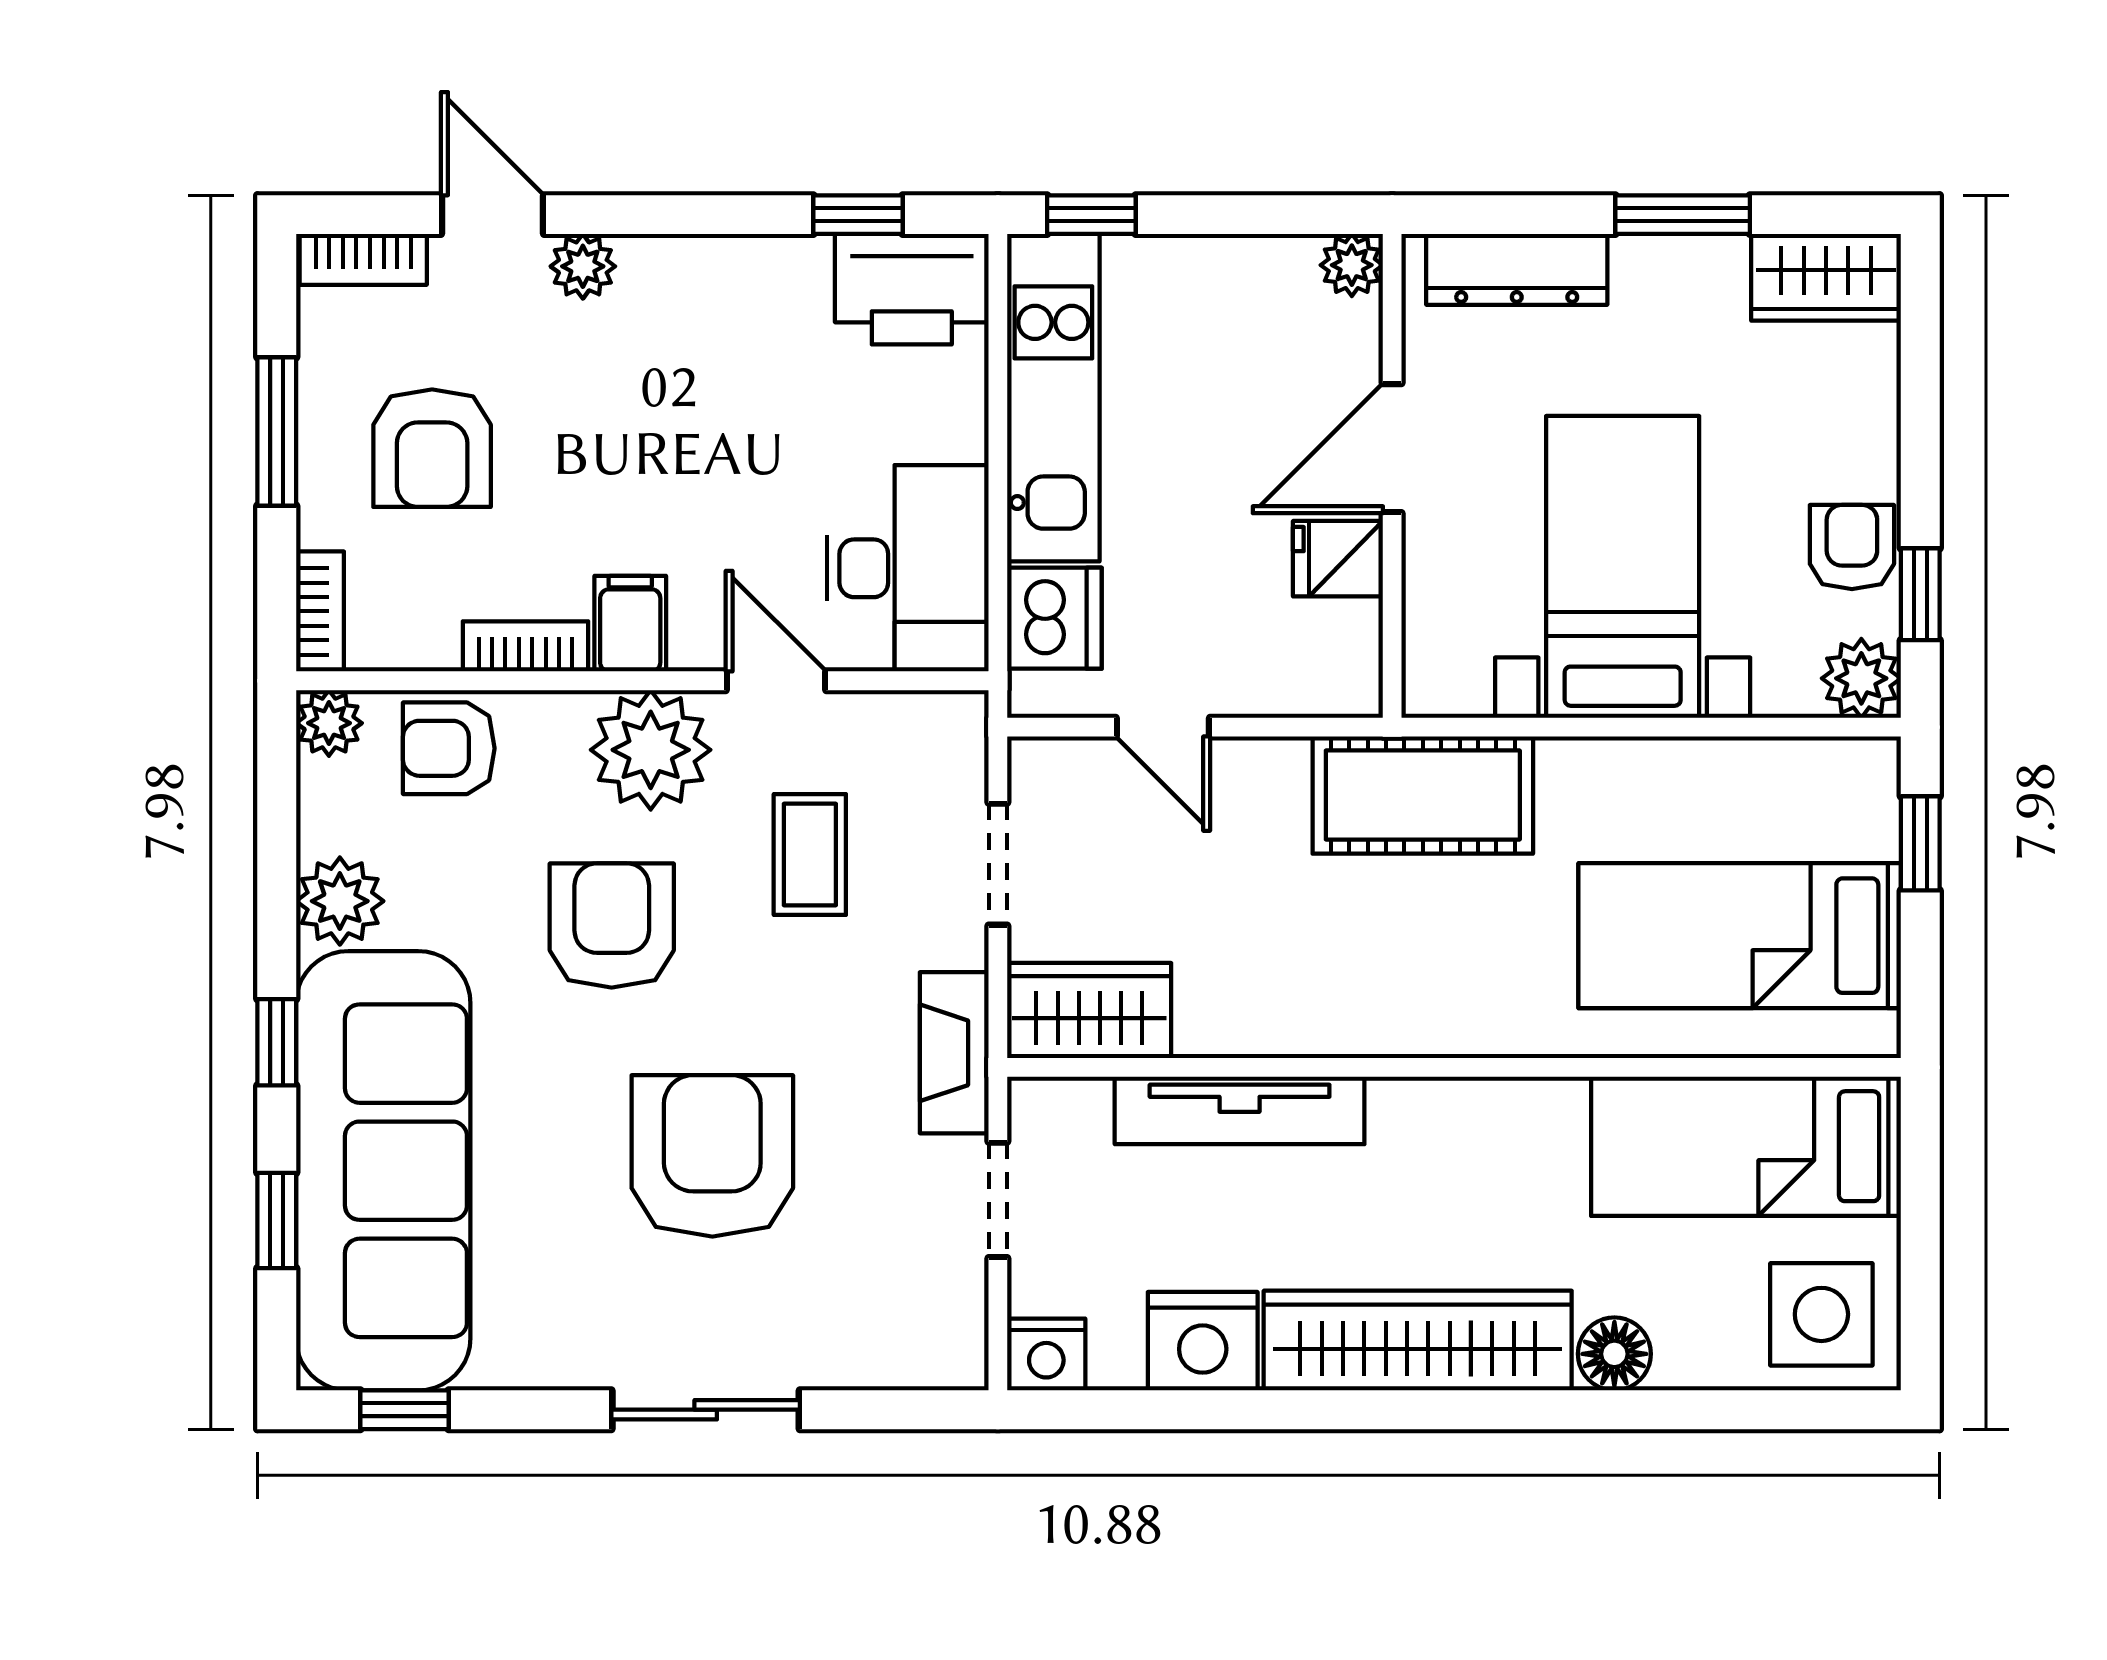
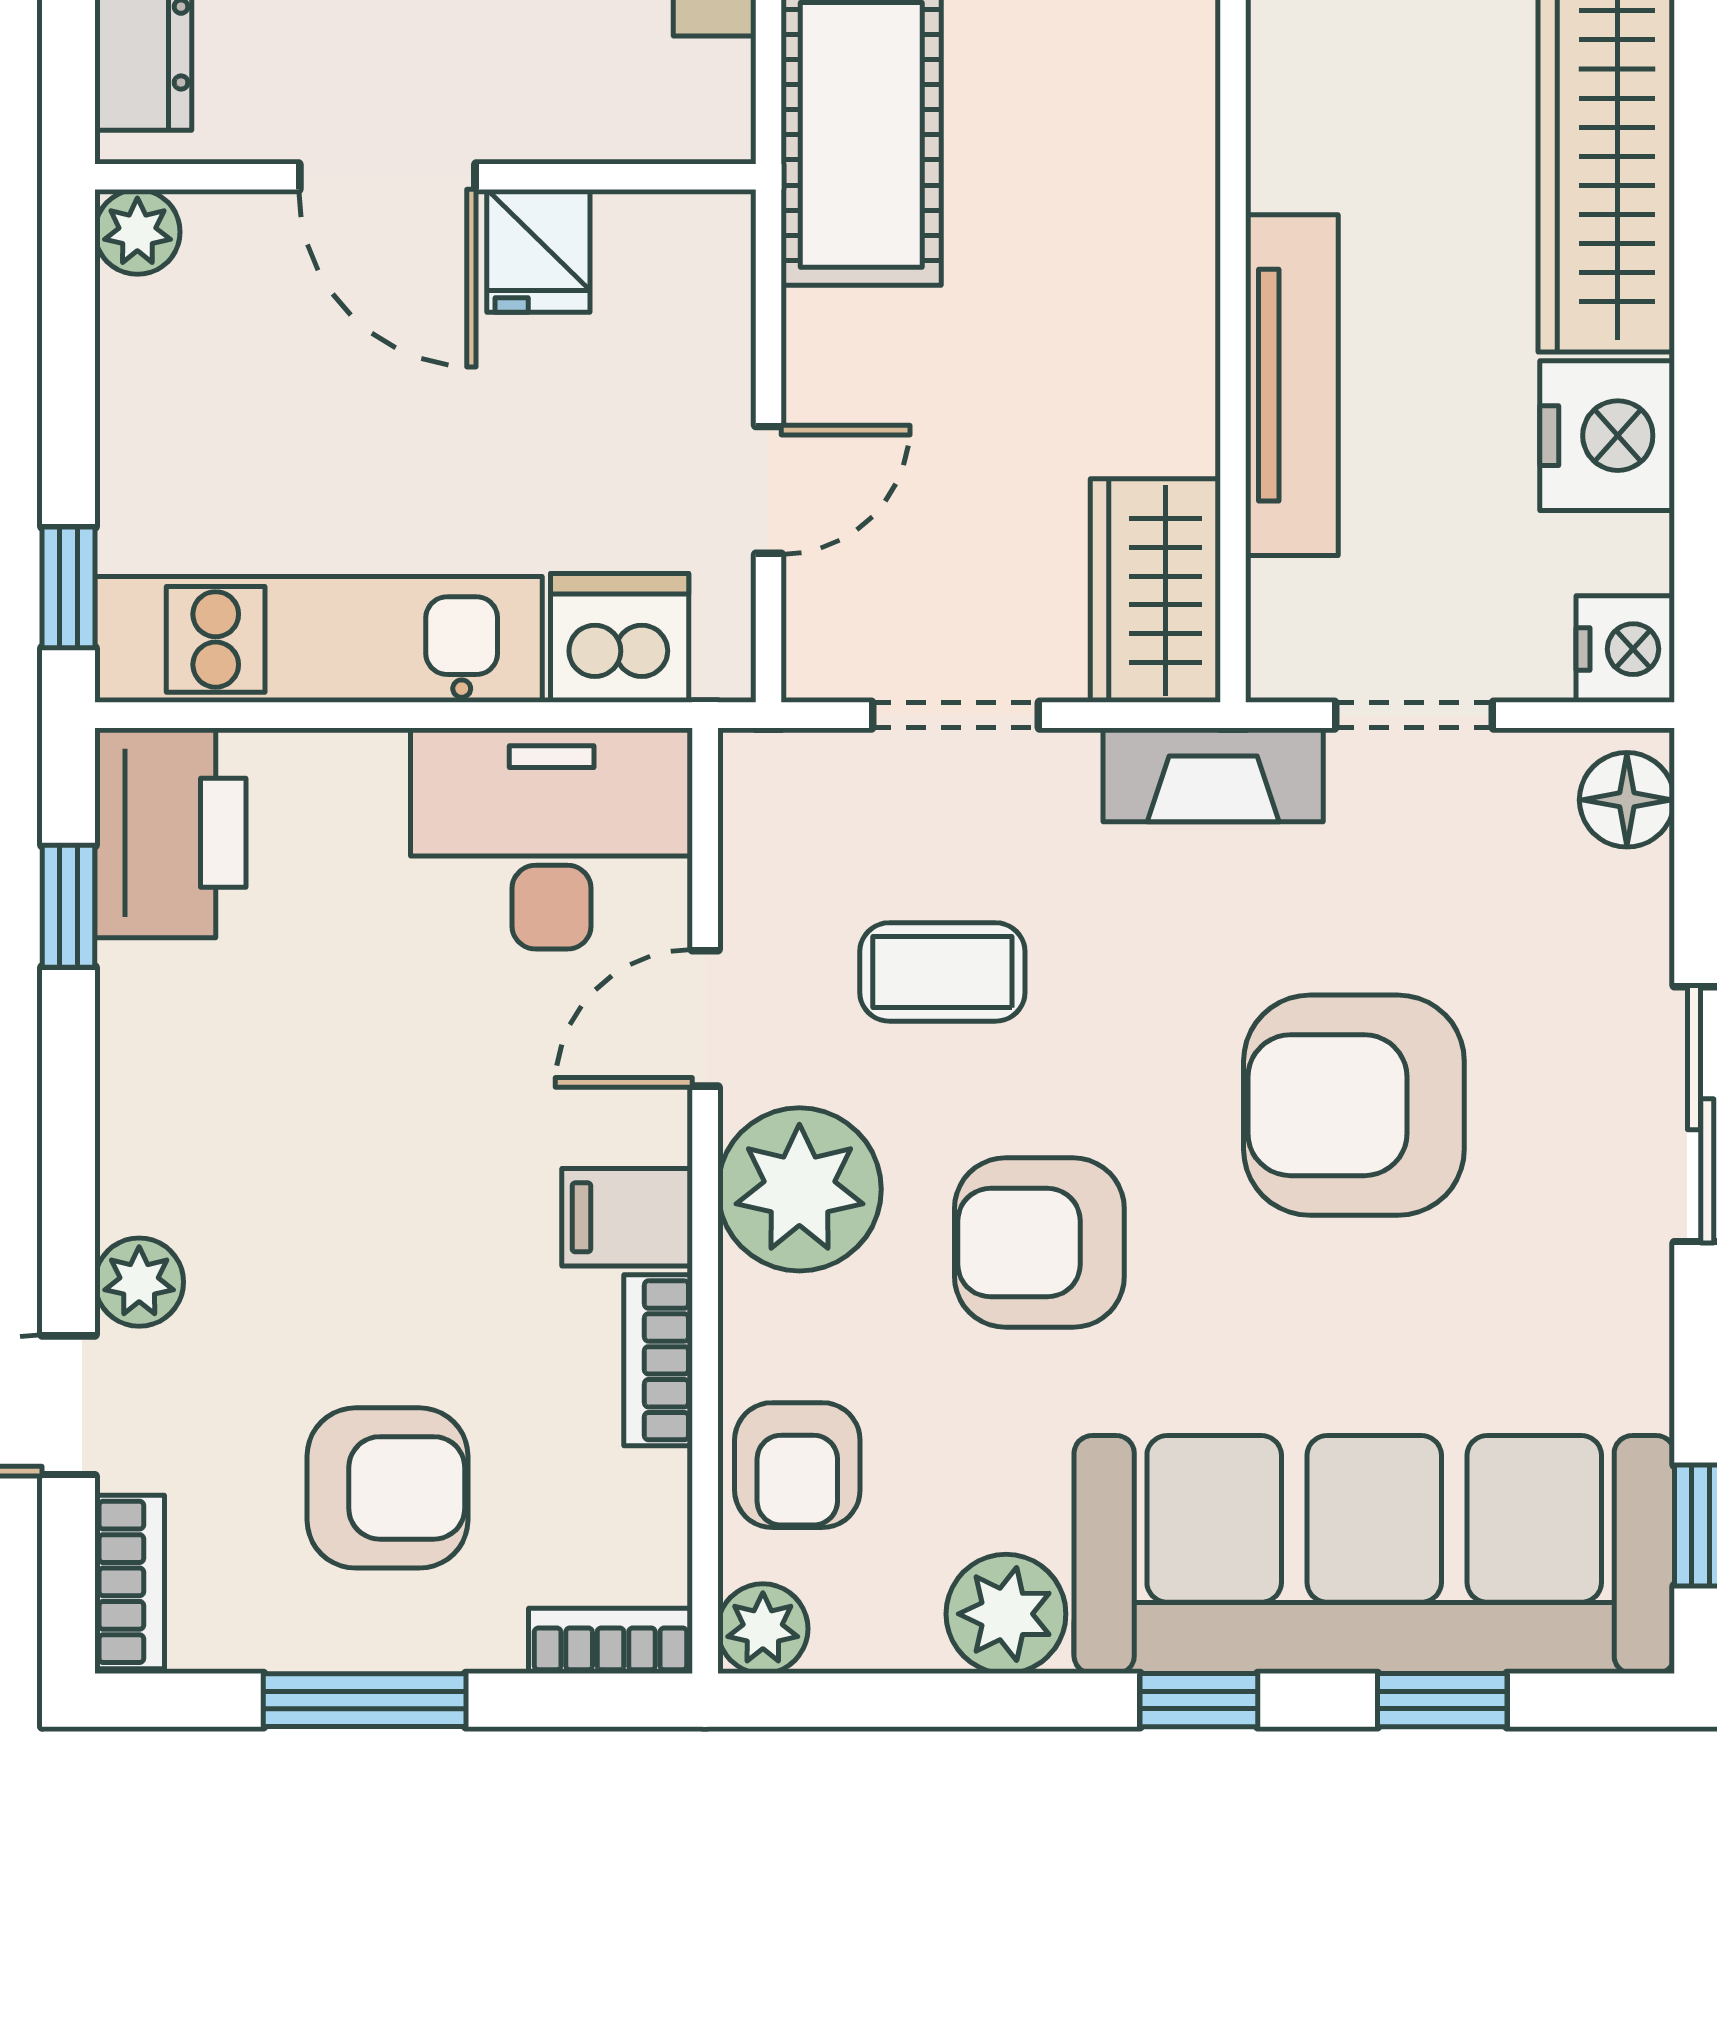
floor lamp: (936, 1356) -> (1627, 800), added

